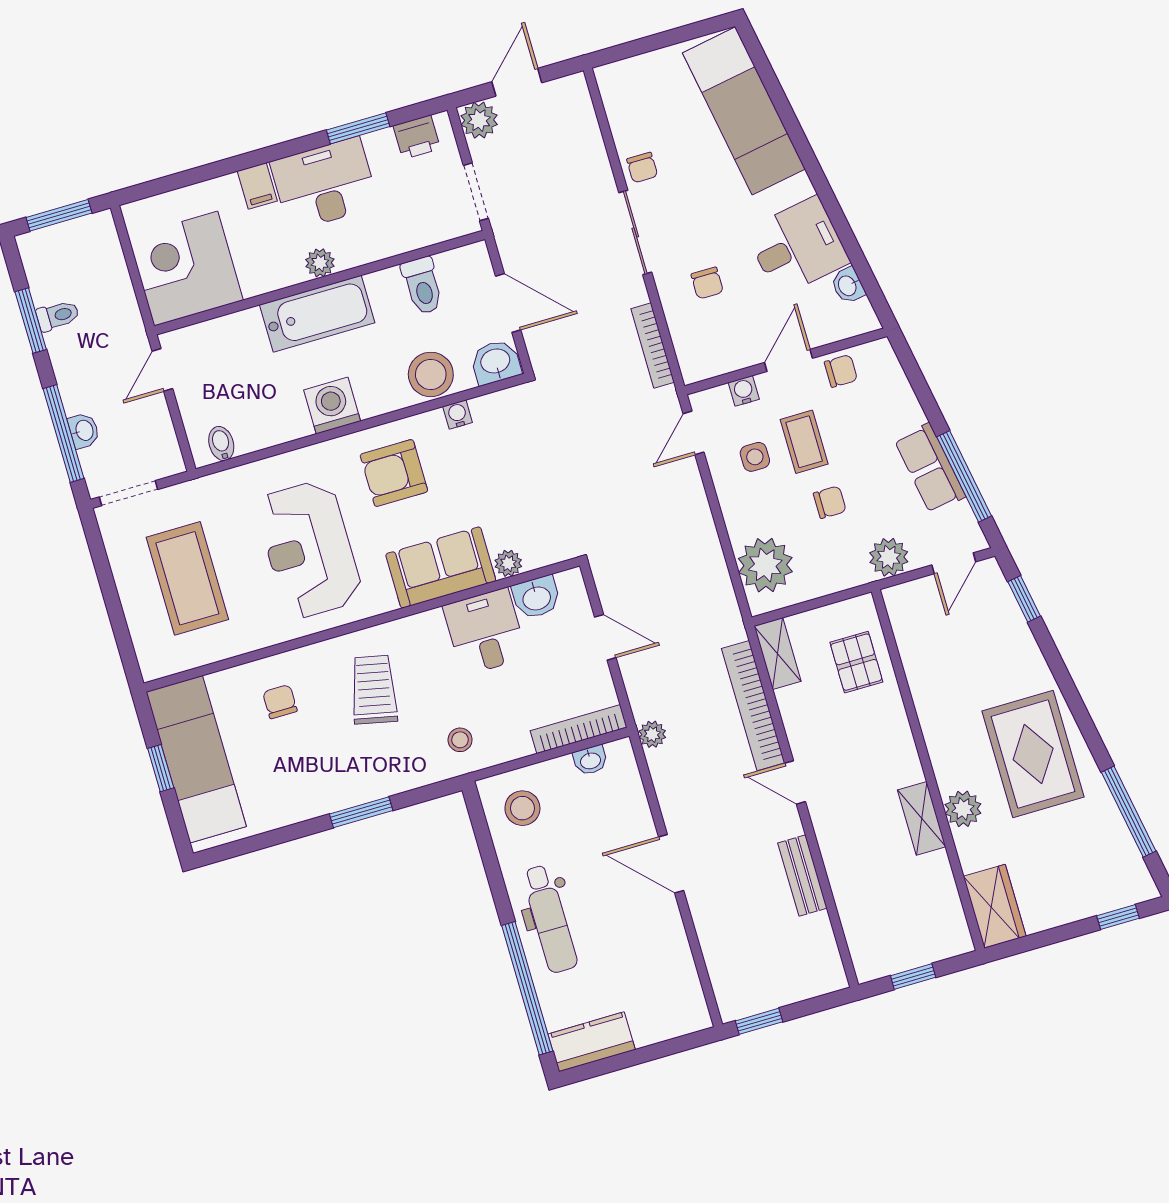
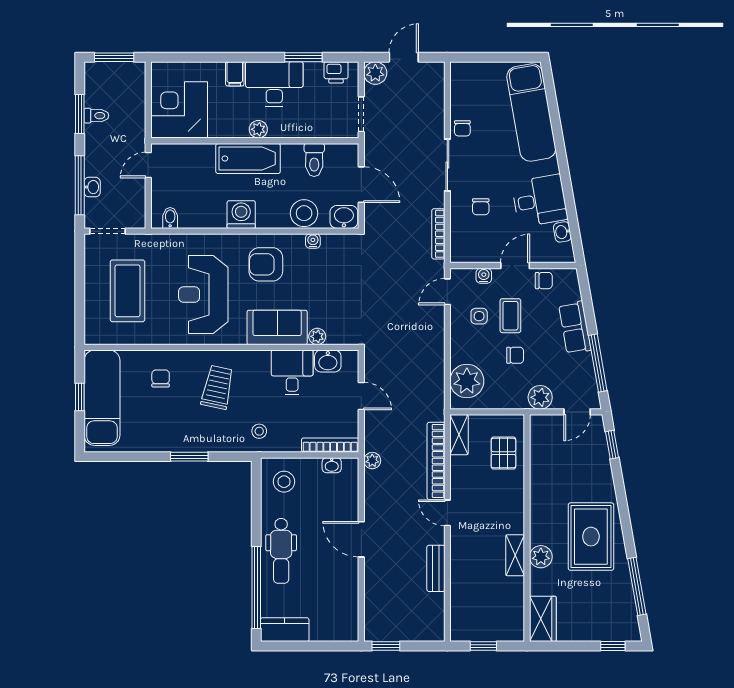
row of seats: (930, 468) -> (575, 328), moved

